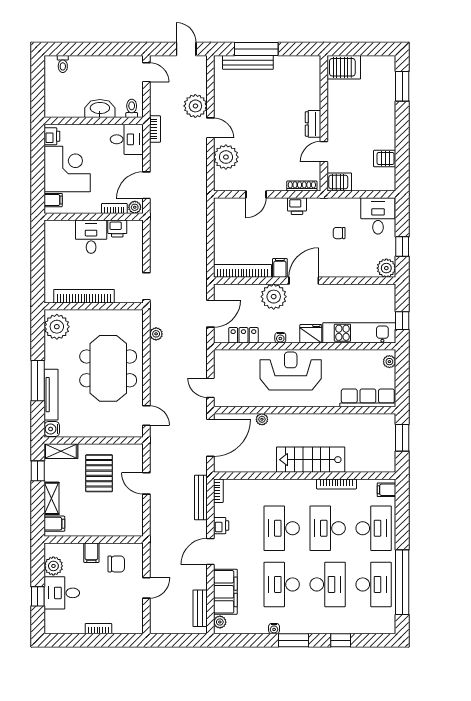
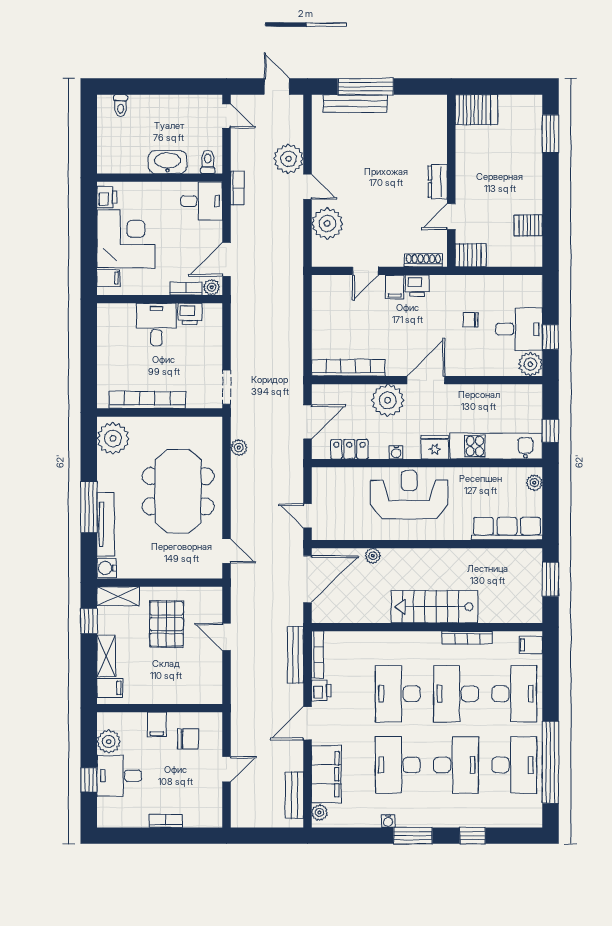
desk: (378, 216) -> (519, 329), moved, turned 90
filing cabinet: (280, 268) -> (395, 287), moved, turned 180
bookcase: (218, 491) -> (318, 655), width x1.56

